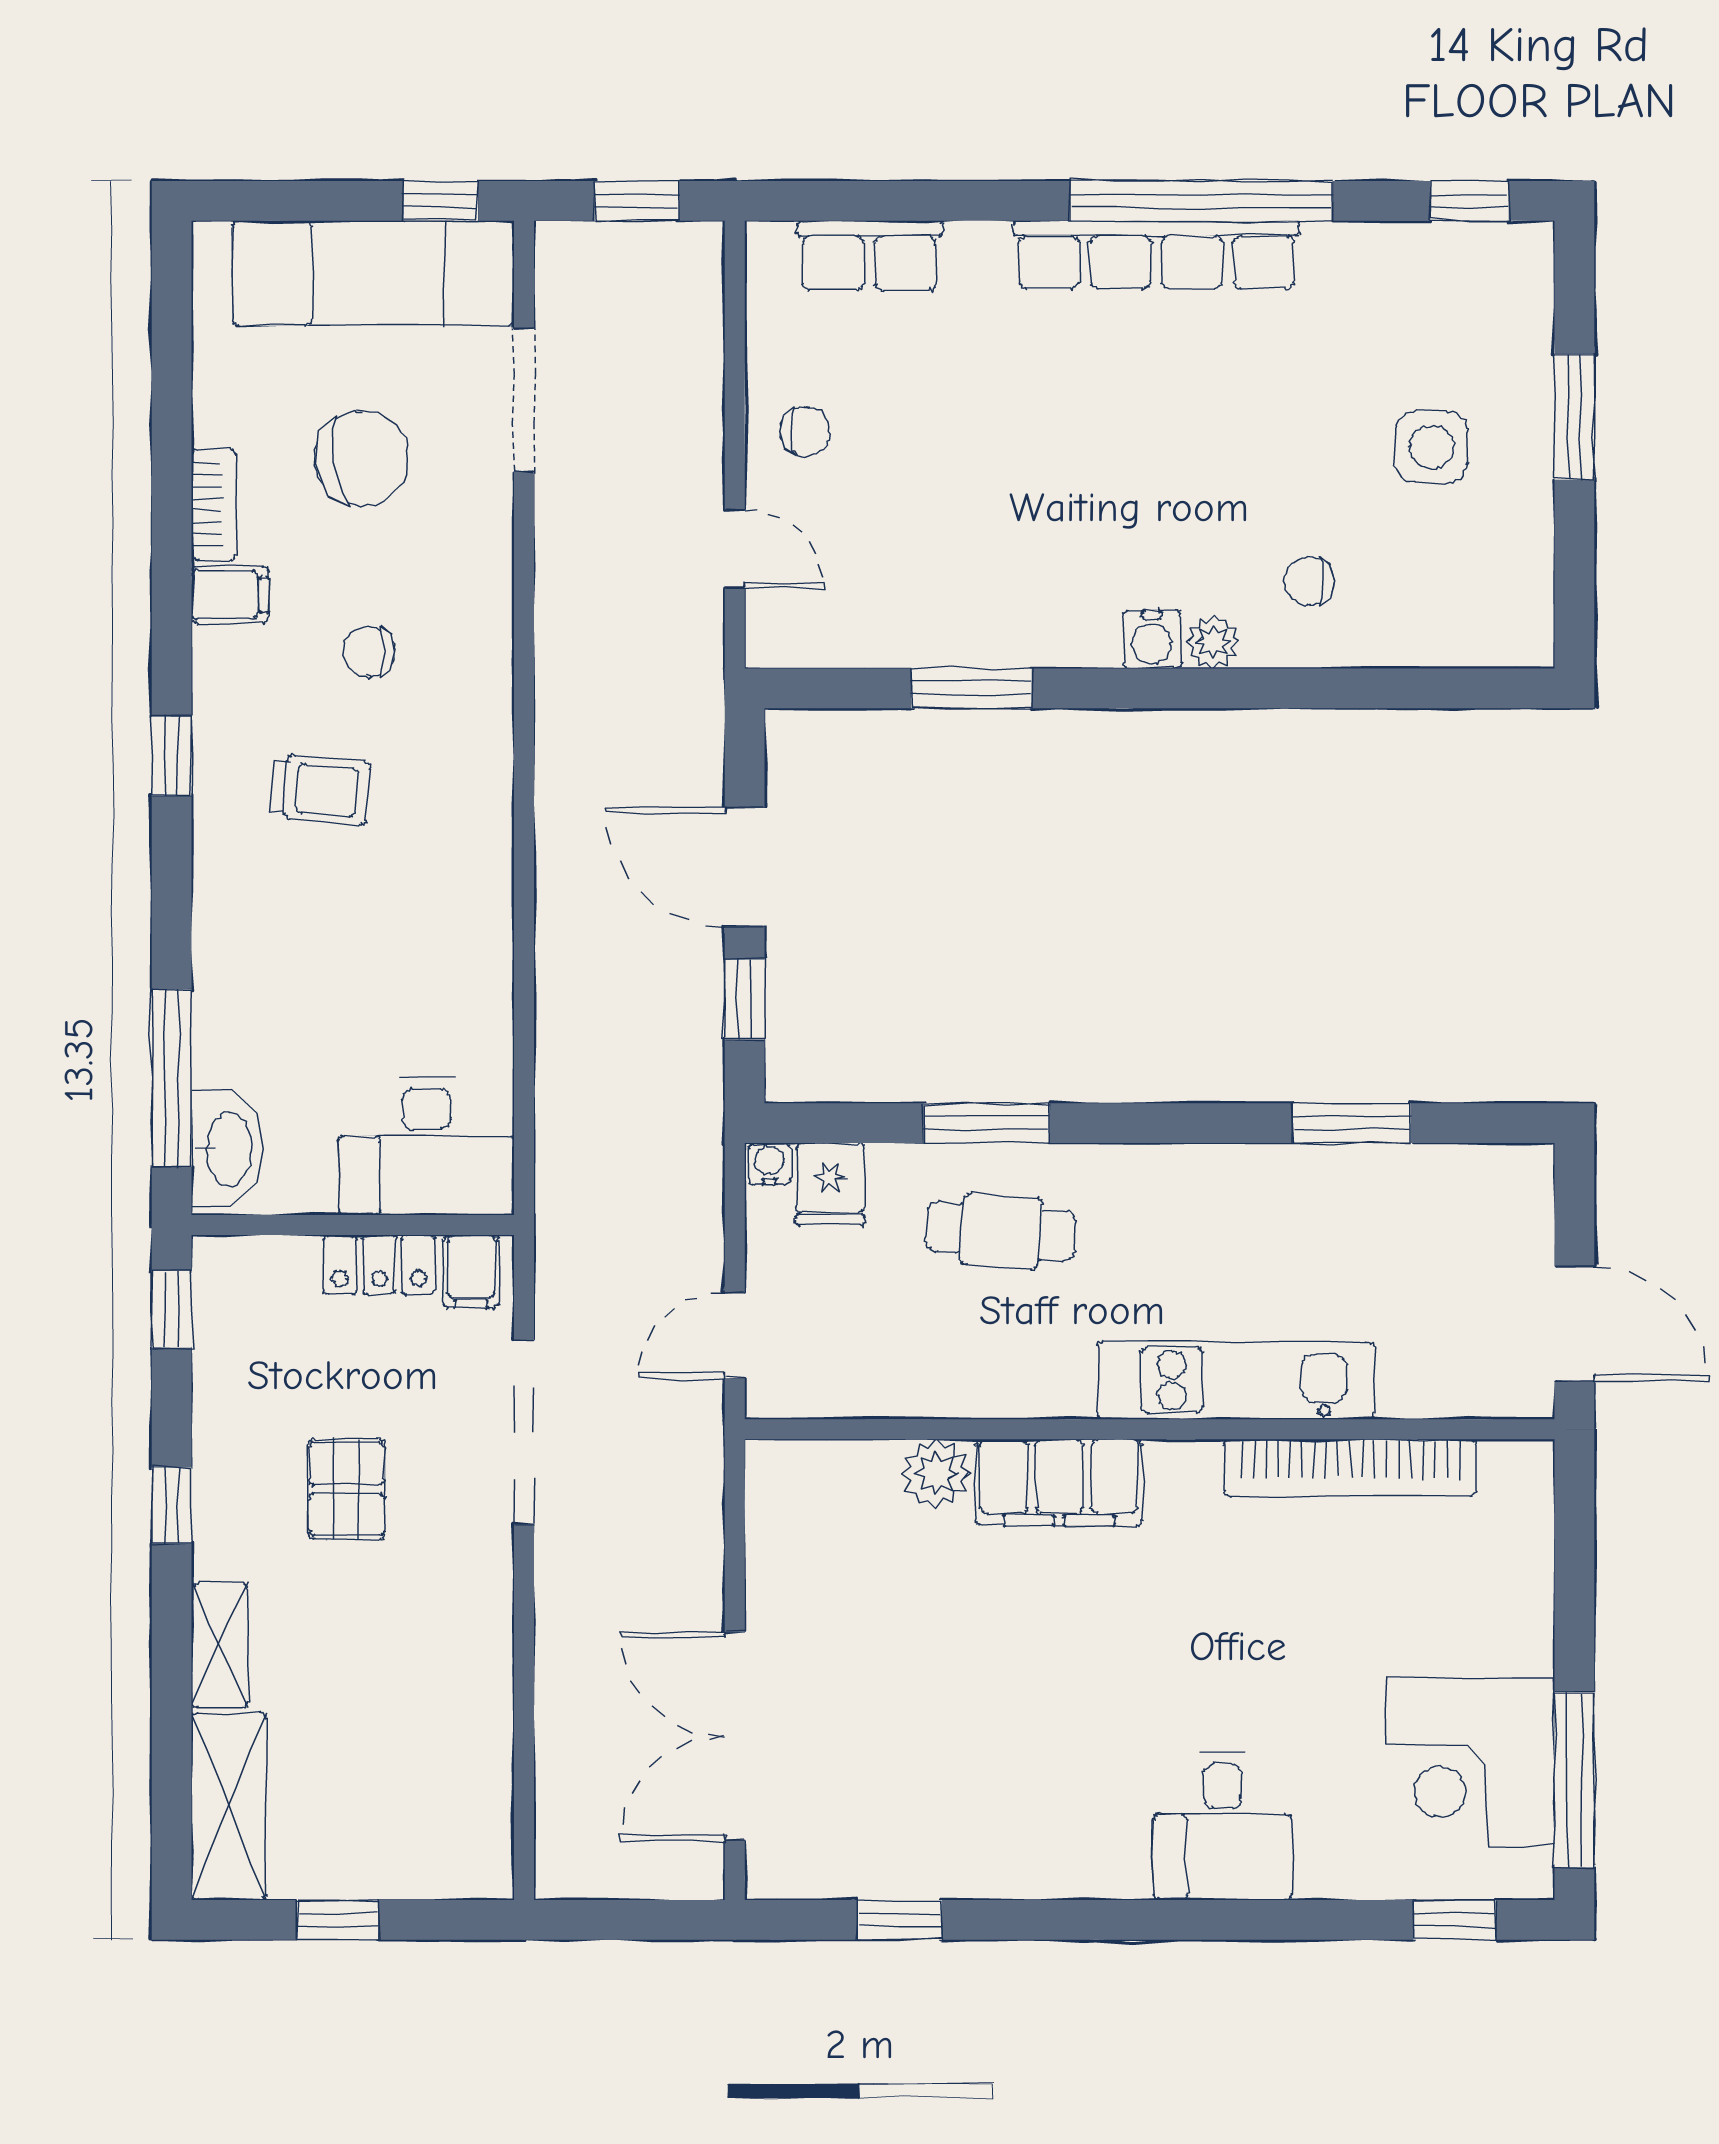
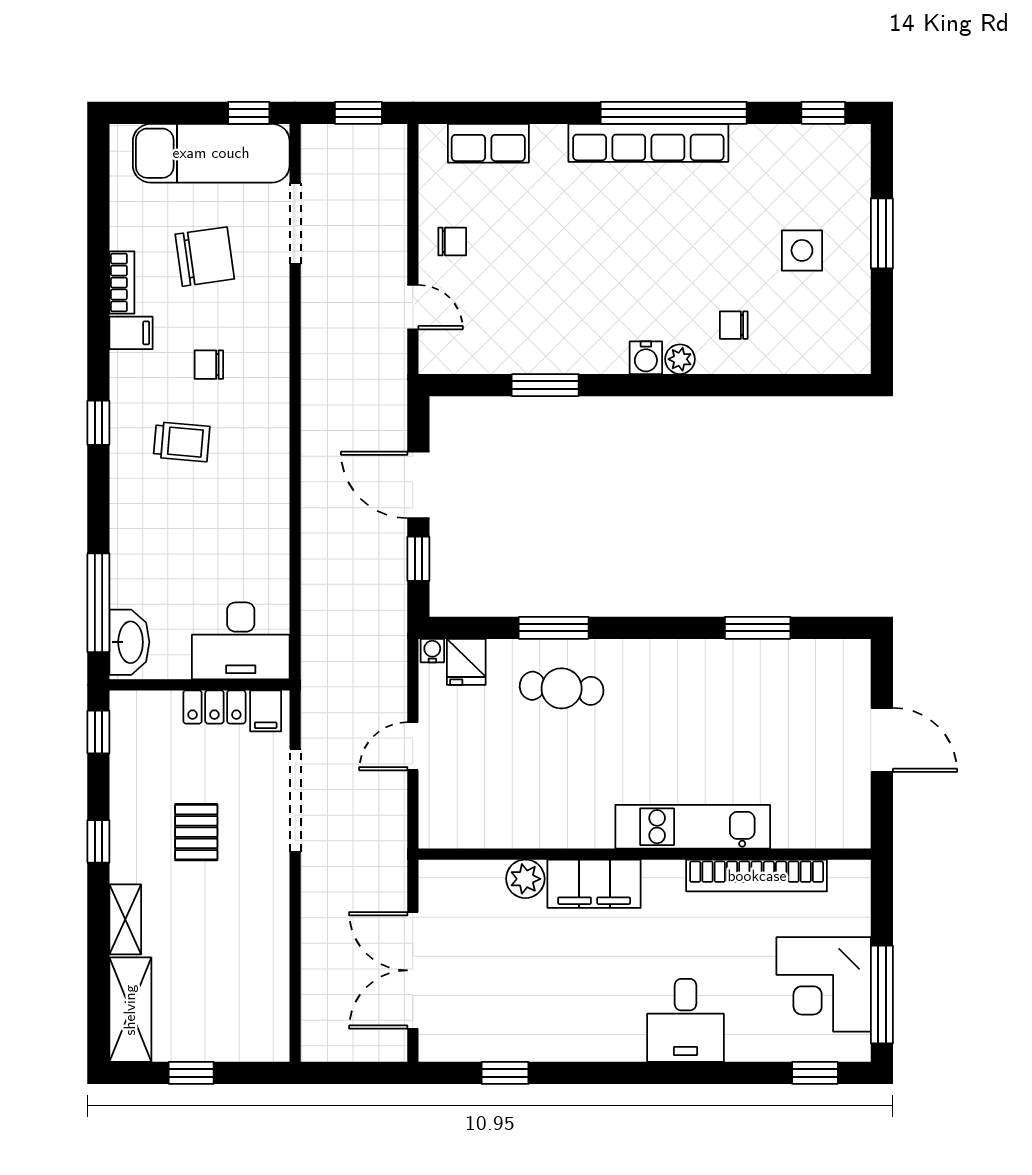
kitchen unit: (1236, 1380) -> (693, 827), moved
wall: (1150, 1429) -> (645, 854), moved
bookcase: (1350, 1468) -> (757, 876), moved
plant: (936, 1474) -> (525, 879), moved
filing cabinet: (1059, 1482) -> (594, 884), moved

